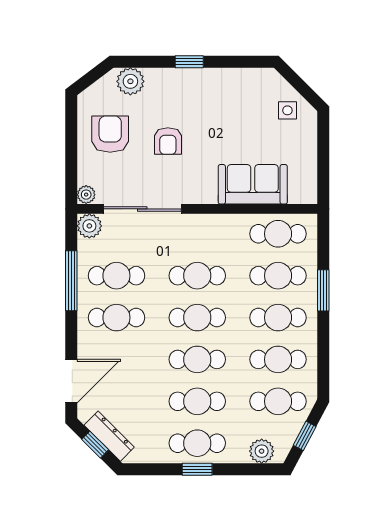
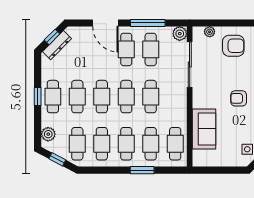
armchair: (168, 141) -> (239, 98), moved
plant: (86, 195) -> (210, 32), moved
door: (71, 381) -> (105, 23), moved

